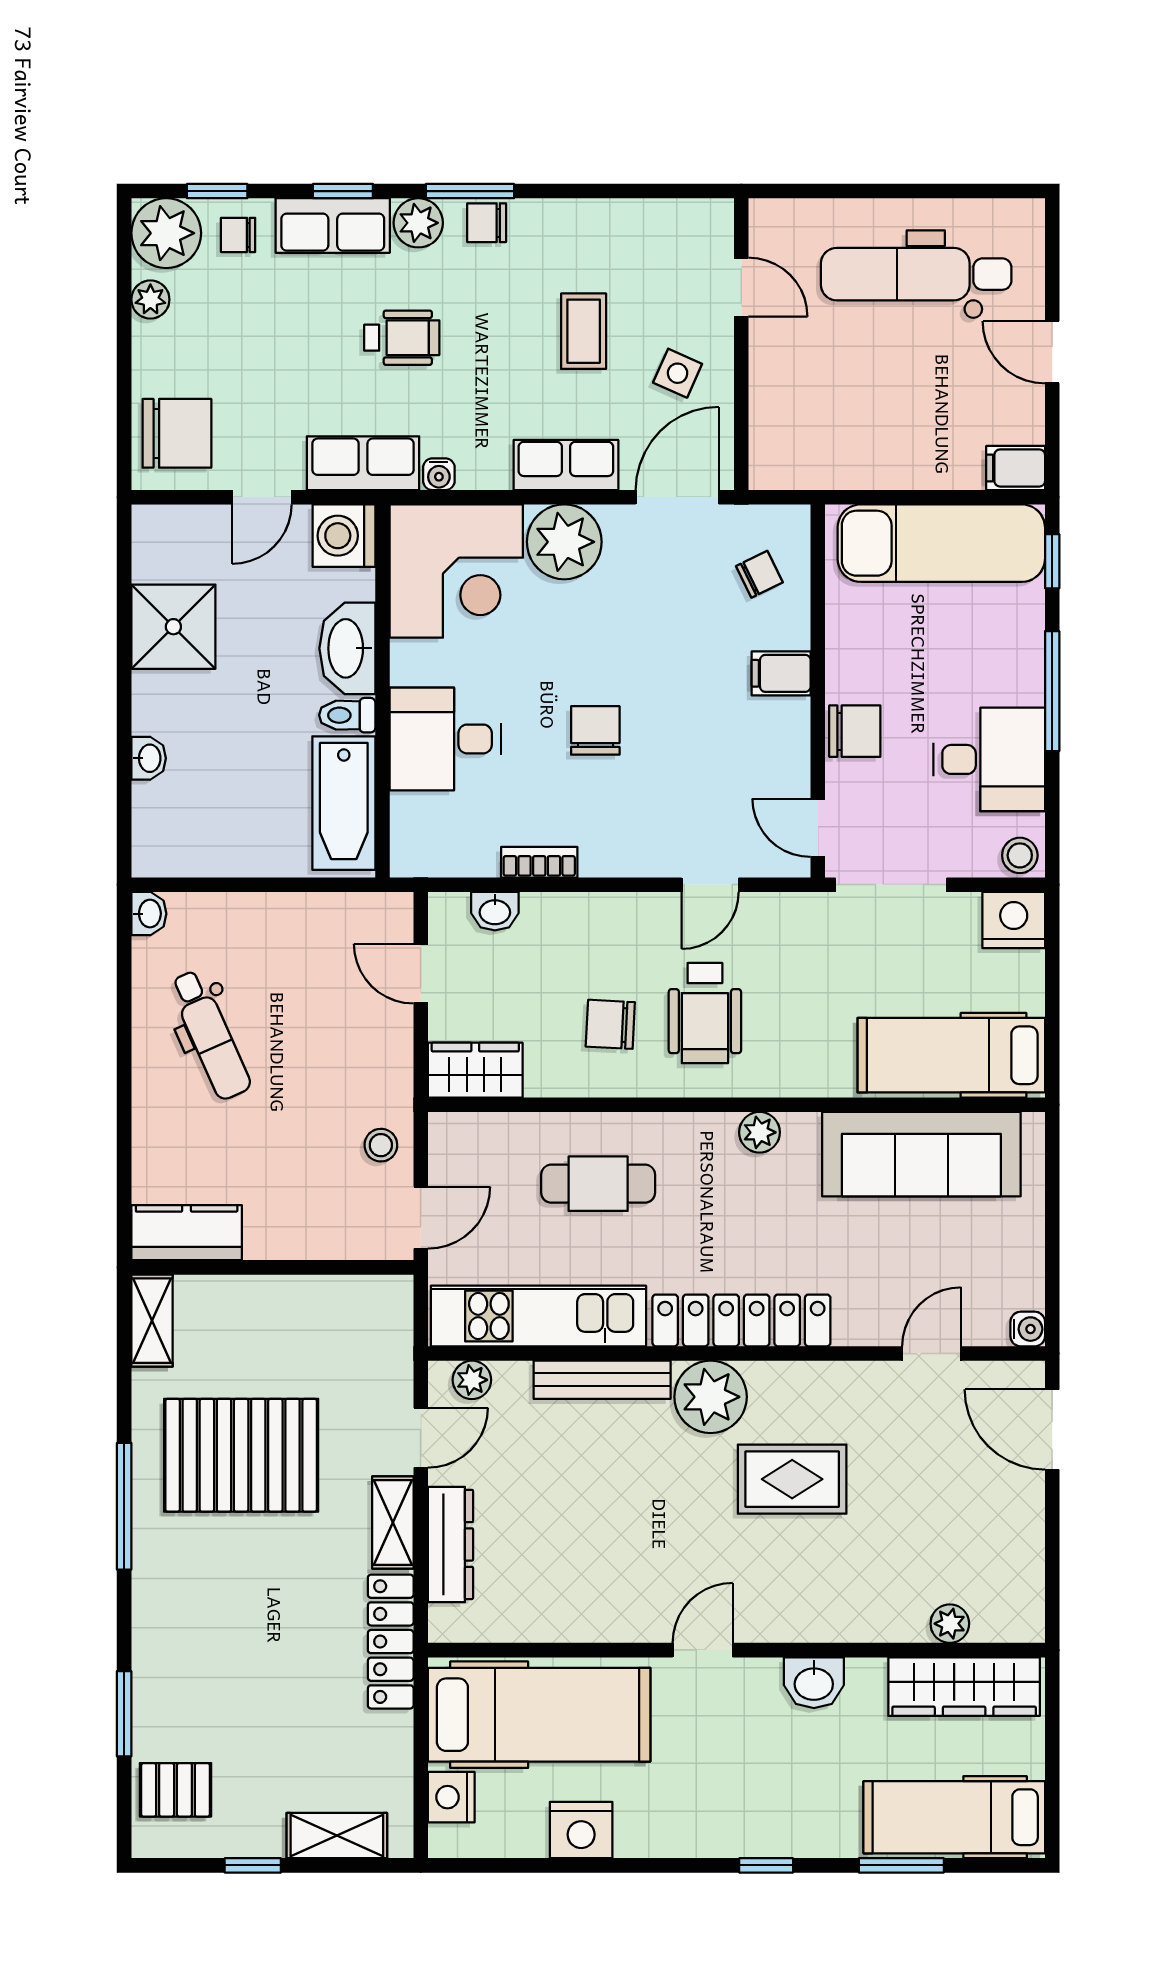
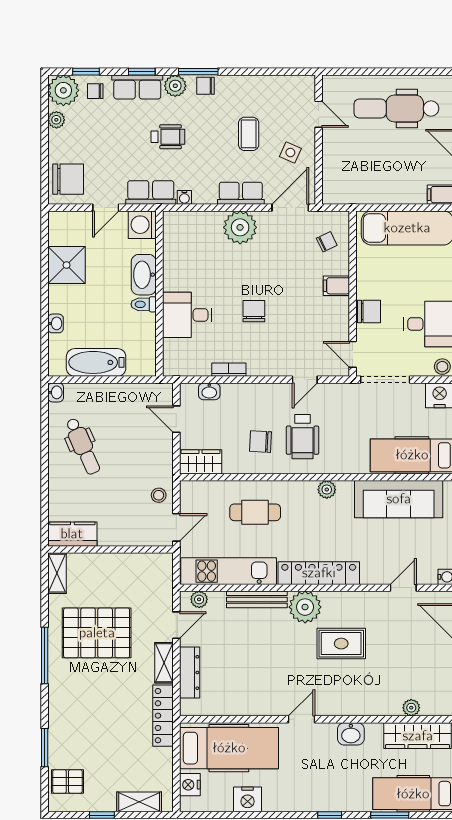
corner desk: (456, 571) -> (192, 240), removed
bathtub: (344, 803) -> (96, 362), moved, turned 90

